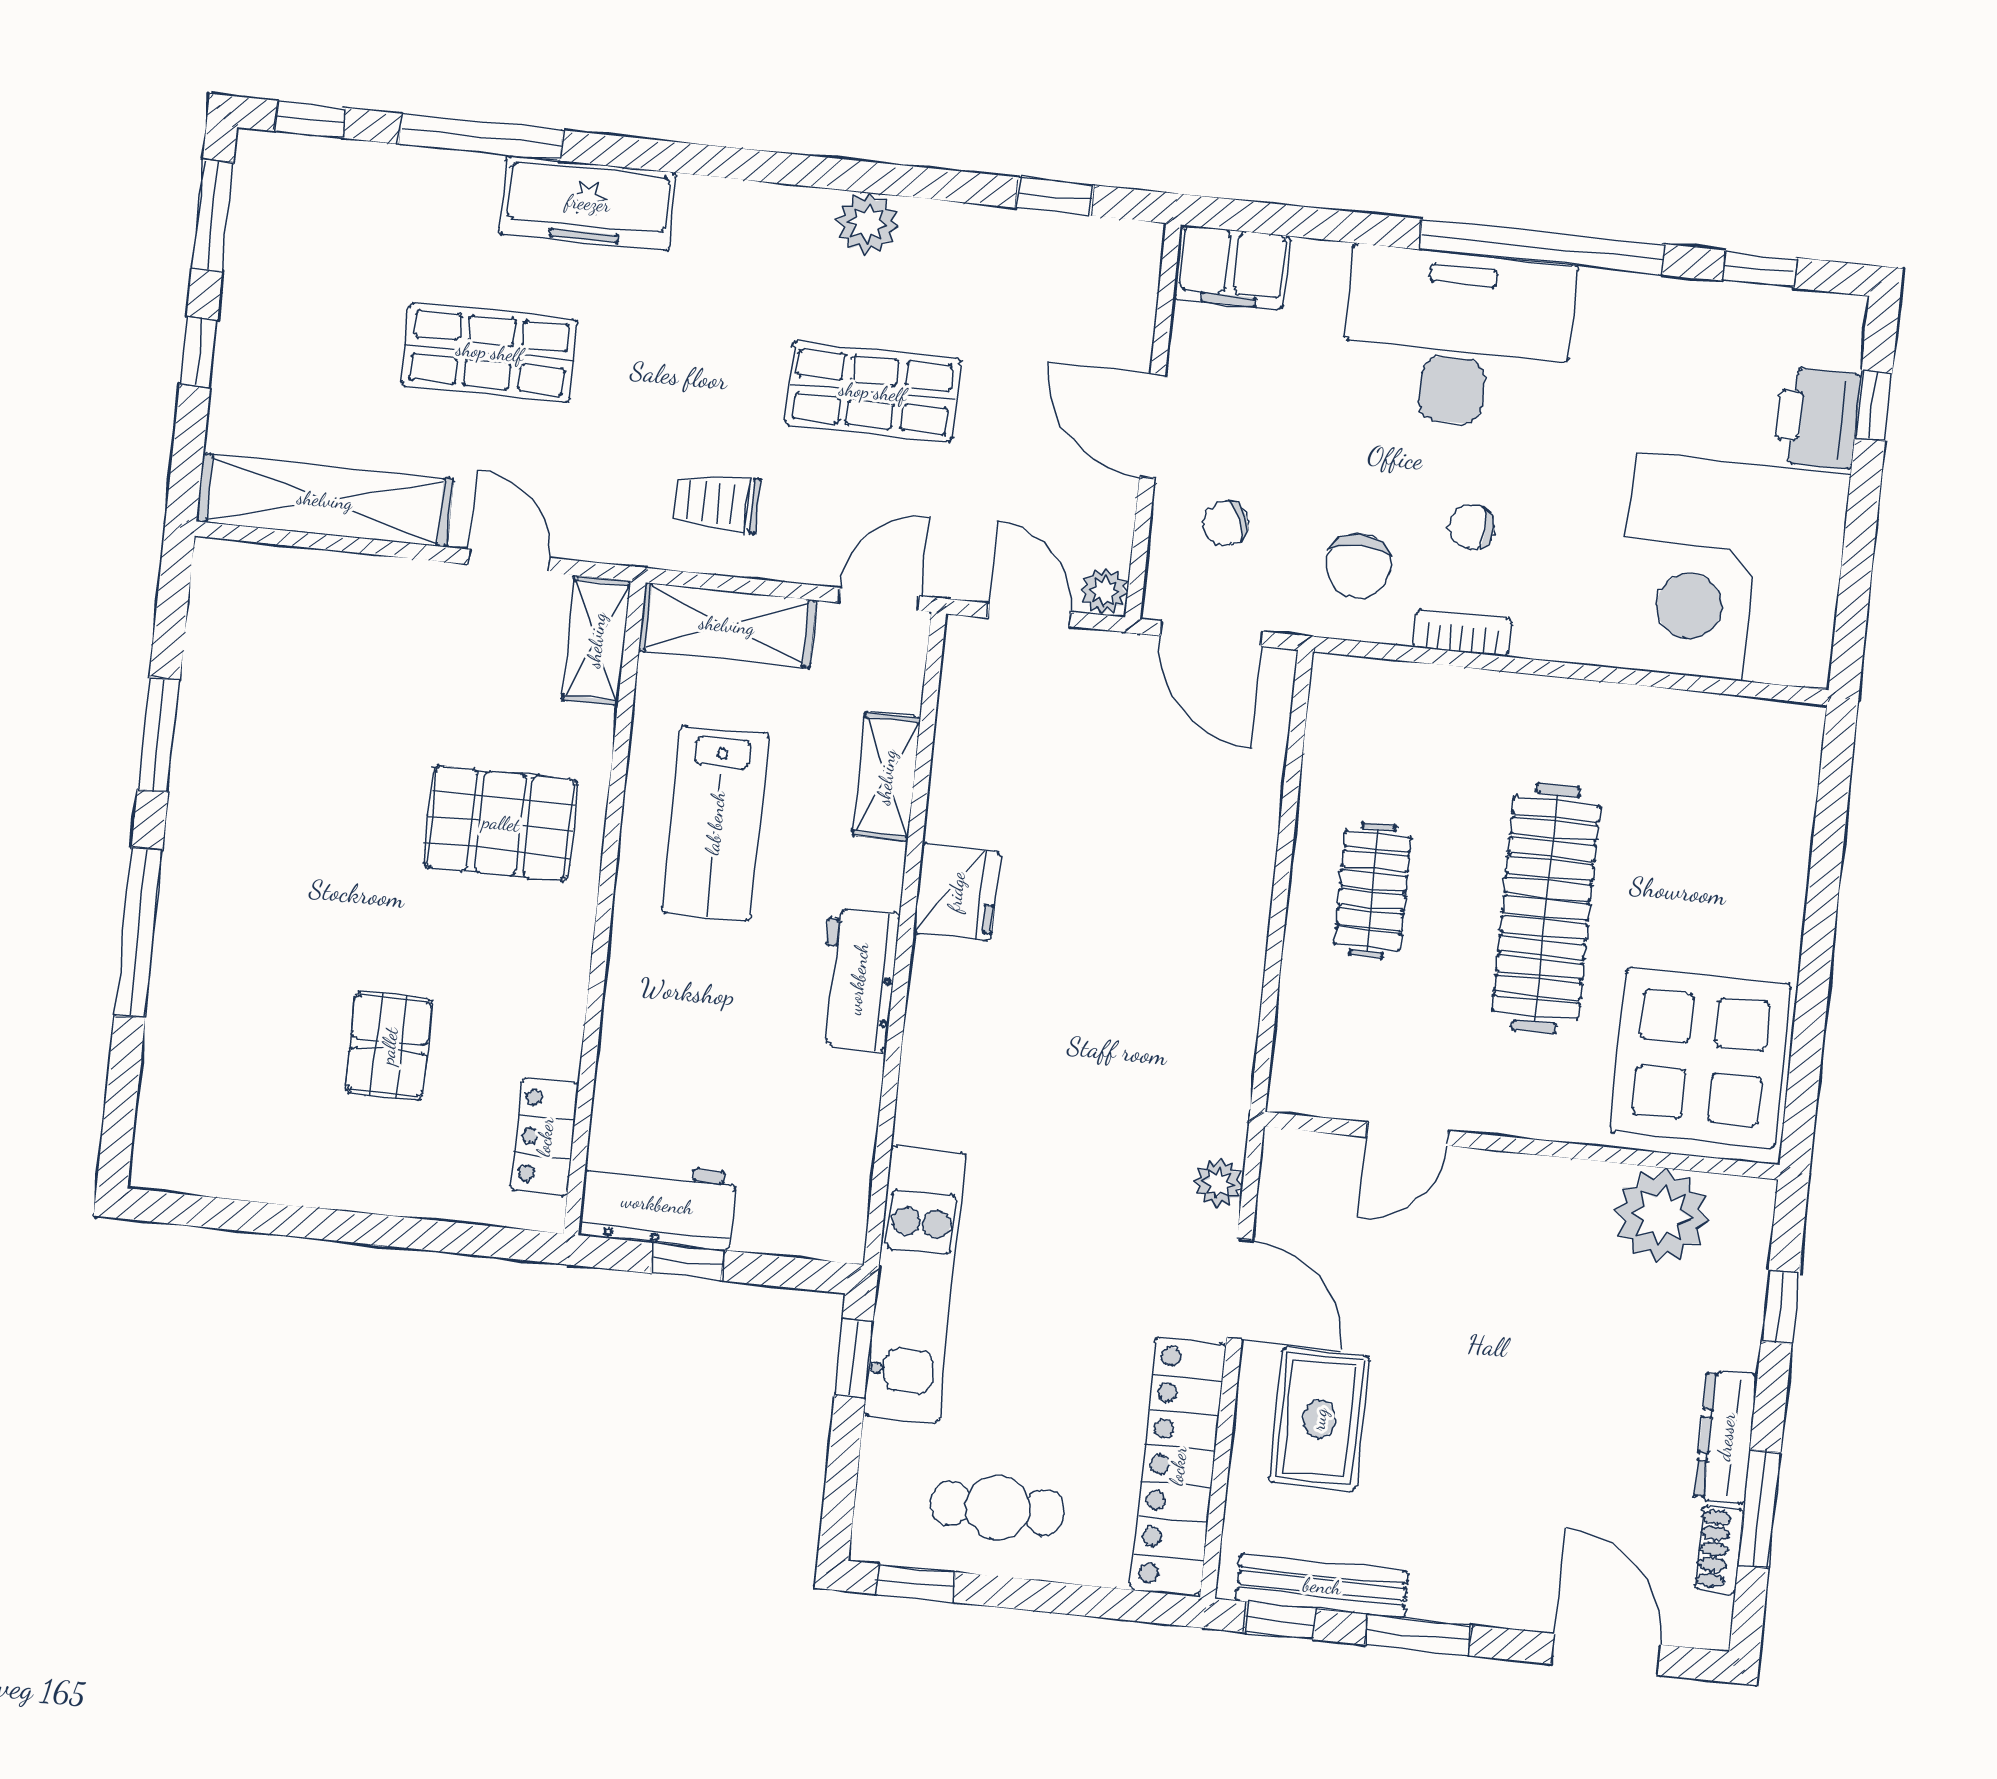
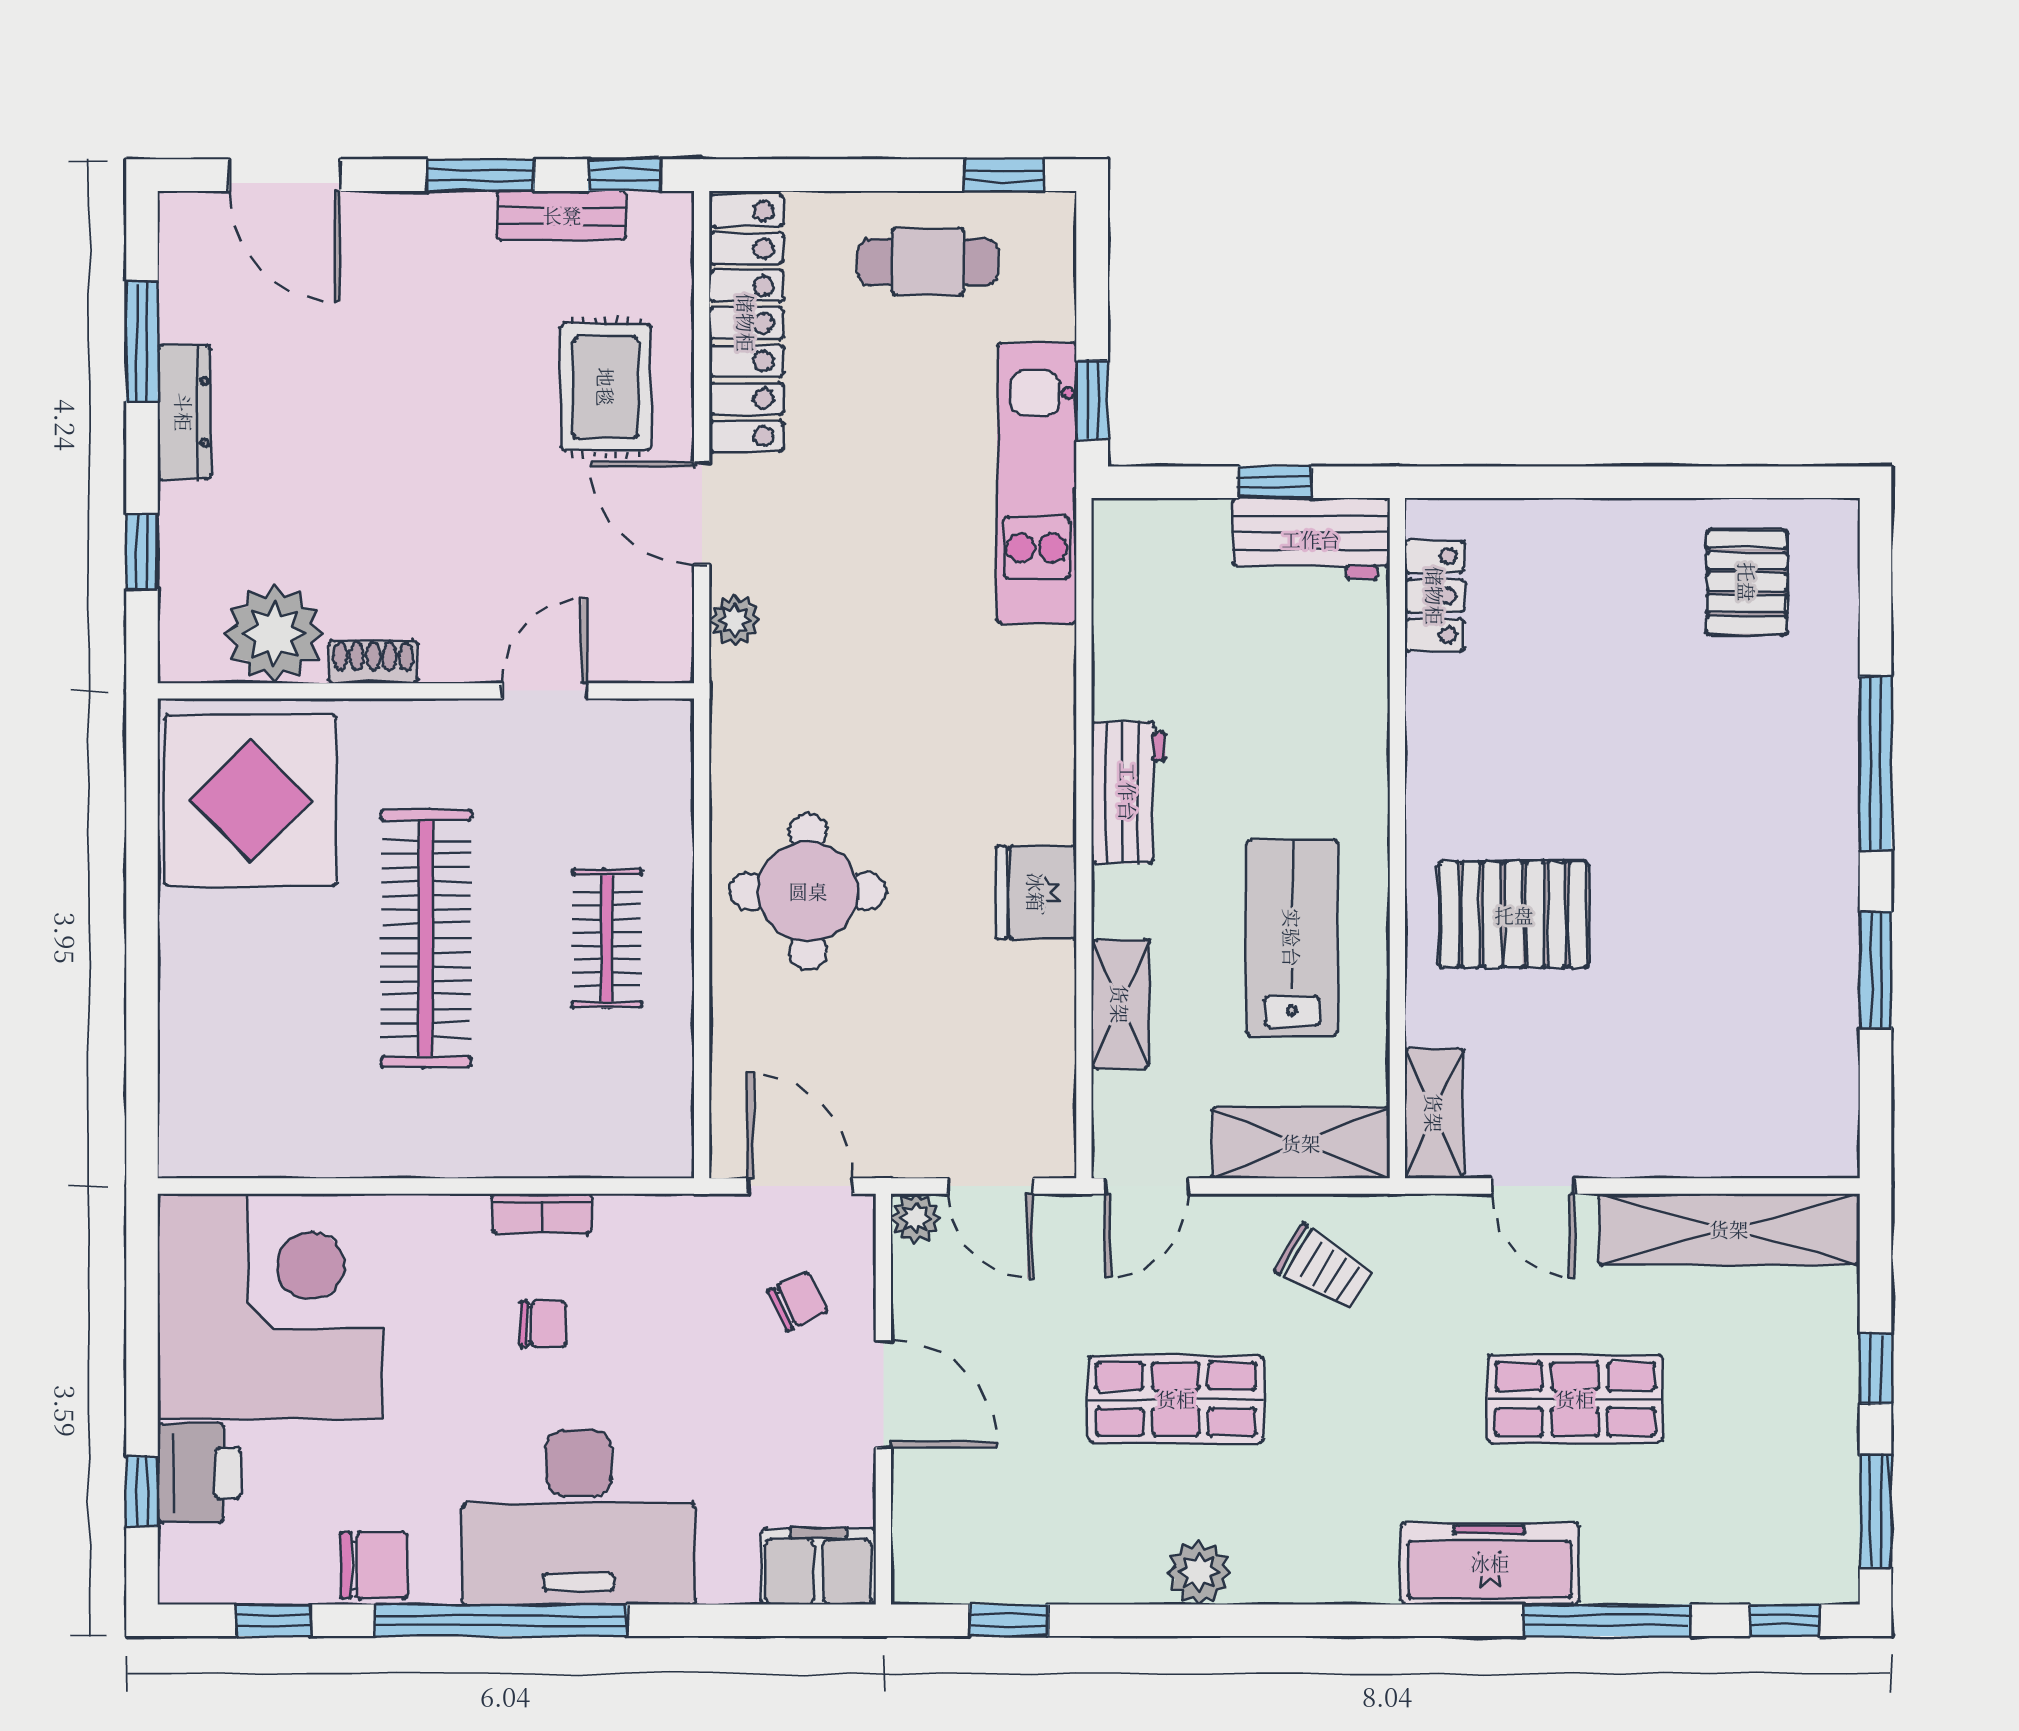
trolley: (717, 502) -> (1325, 1269), turned 31
chair: (1358, 566) -> (374, 1565), moved, turned 90
round table: (1175, 915) -> (808, 891), added
pallet: (389, 1046) -> (1747, 582), moved
shoe rack: (1719, 1550) -> (373, 662), moved, turned -90
bench: (1322, 1586) -> (562, 215), width x0.73

